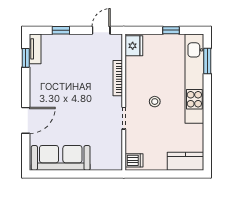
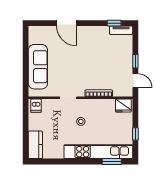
window: (61, 30) -> (135, 61), moved
sofa: (61, 158) -> (38, 67), moved

